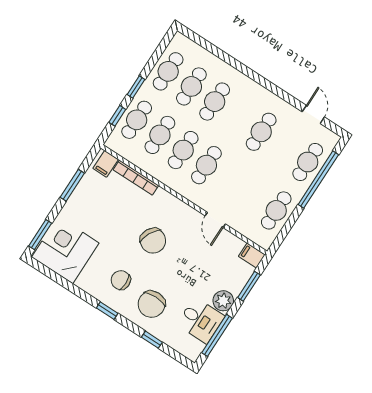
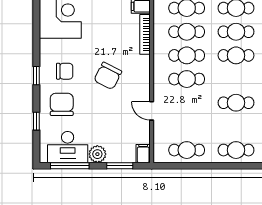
window: (318, 180) -> (228, 166), removed
door: (215, 220) -> (152, 111), hinge flipped
chair: (121, 280) -> (65, 71), turned 90
chair: (152, 304) -> (62, 104), turned 90
desk: (201, 320) -> (68, 147), width x1.37

